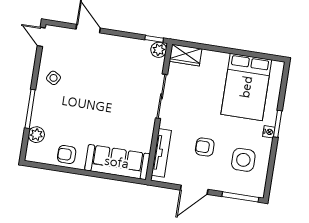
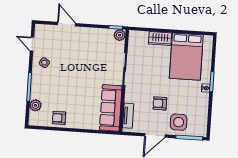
door: (41, 37) -> (32, 44), moved
wardrobe: (186, 55) -> (160, 38), moved
tv unit: (161, 153) -> (128, 116), width x0.71
side table: (243, 160) -> (179, 122), moved
sofa: (117, 162) -> (111, 108), moved, turned -90

